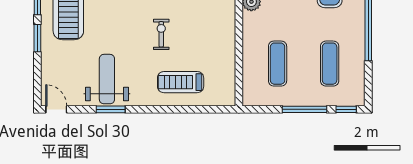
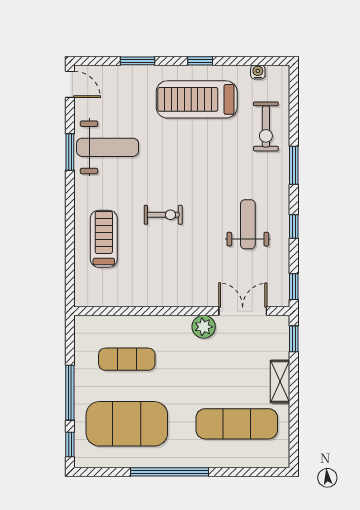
window: (37, 38) -> (138, 61), moved
exercise mat: (330, 64) -> (127, 424), width x2.00, depth x1.45
door: (56, 109) -> (70, 84), hinge flipped

